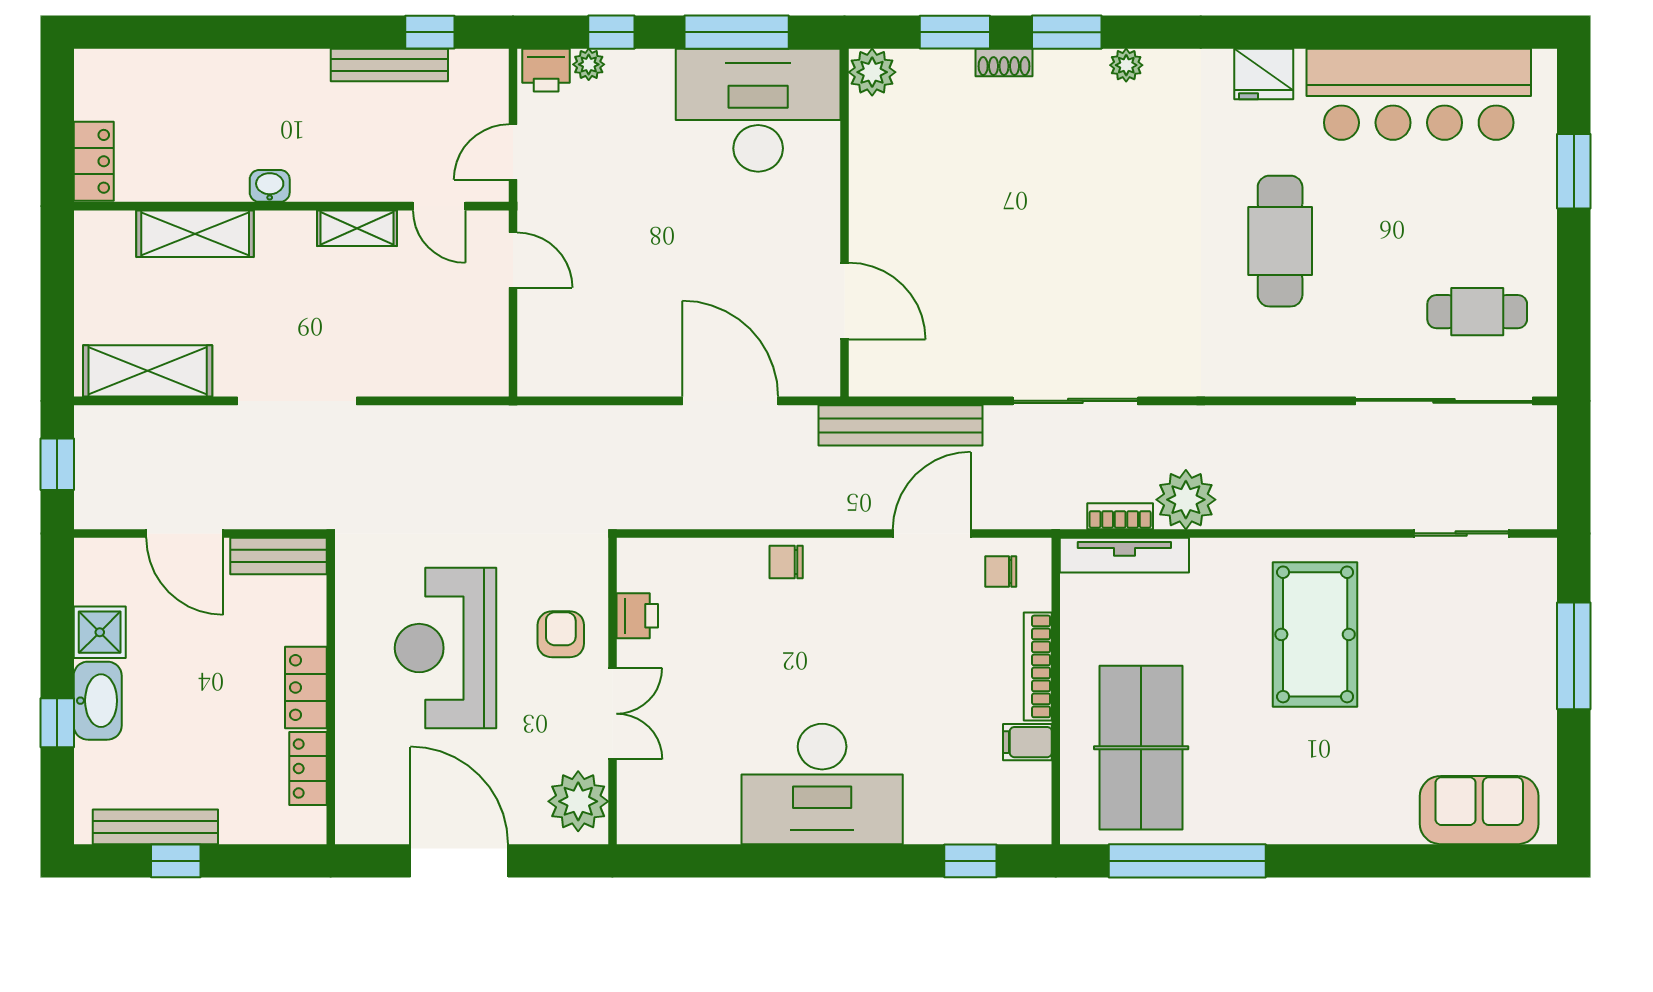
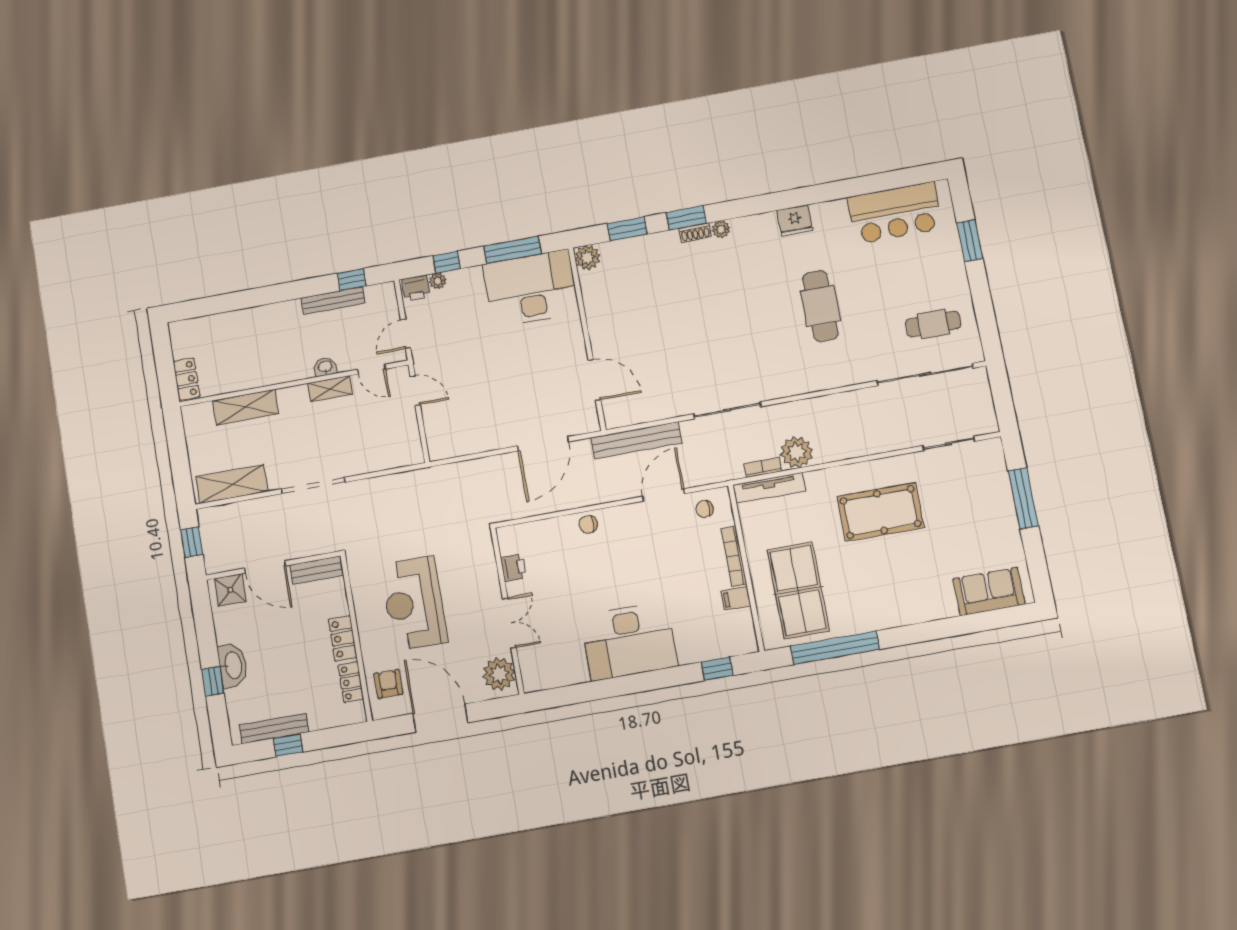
shoe rack: (1004, 62) -> (695, 233), moved
bar counter: (1419, 94) -> (895, 213), width x0.73
washbasin: (270, 186) -> (325, 367), moved
door: (730, 401) -> (543, 444), swing flipped
shower: (100, 632) -> (230, 590), moved
armchair: (561, 634) -> (388, 684), moved
pool table: (1315, 634) -> (880, 512), turned 90

